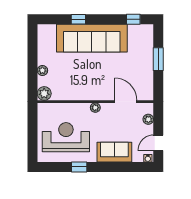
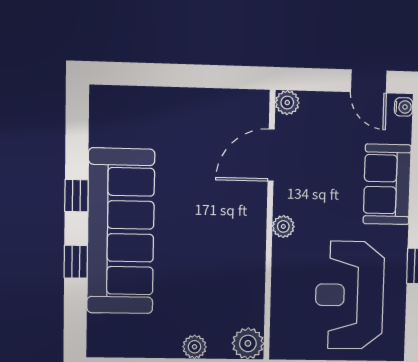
window: (133, 19) -> (76, 196), moved
window: (158, 59) -> (173, 75), removed
plant: (148, 119) -> (287, 103), moved

